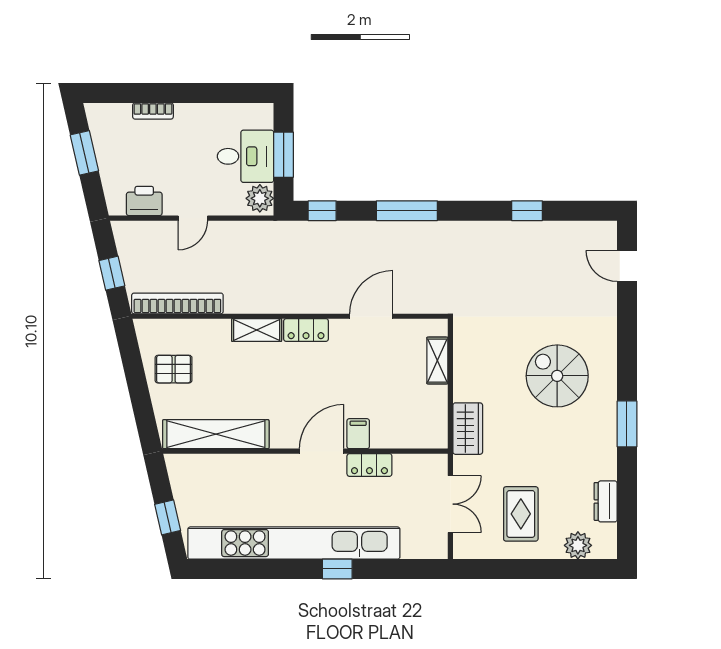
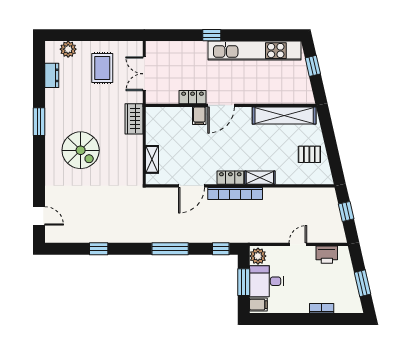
filing cabinet: (259, 117) -> (258, 305), added
bookcase: (177, 303) -> (235, 193), moved
kitchen unit: (294, 543) -> (254, 51), width x0.73

